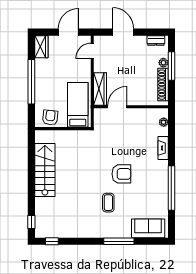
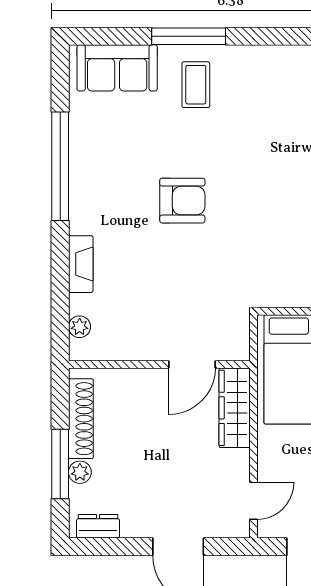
armchair: (121, 174) -> (182, 201), turned 180
coffee table: (108, 203) -> (196, 85), moved

